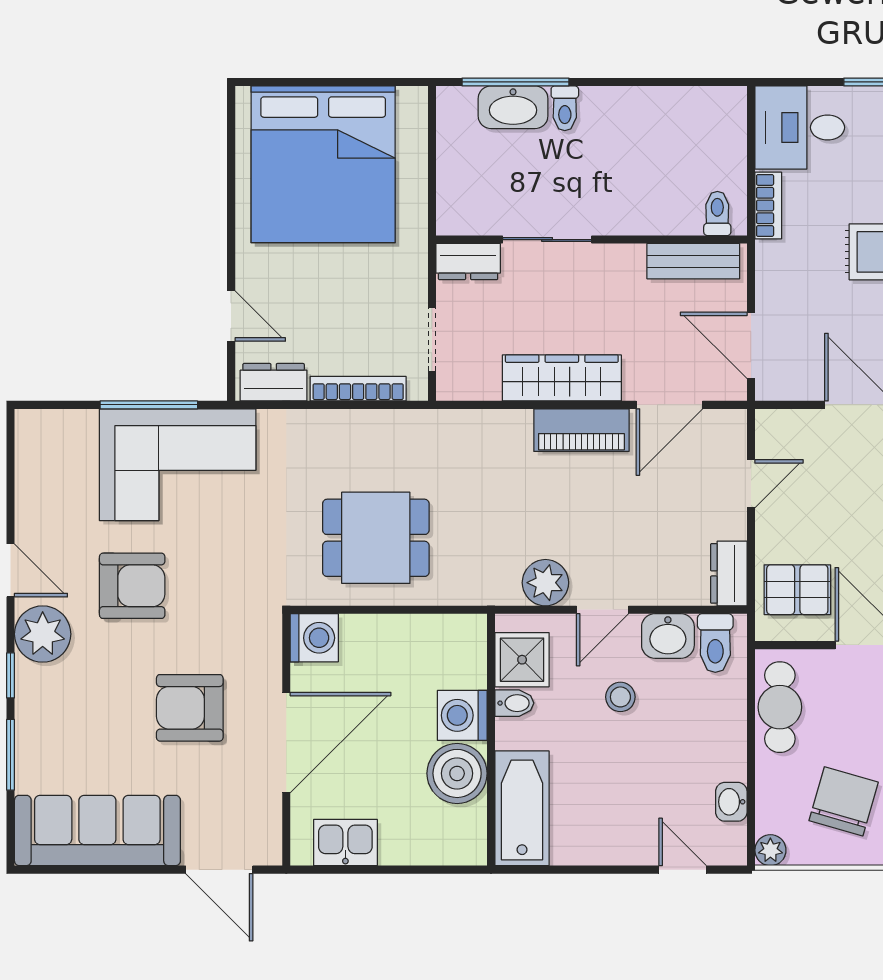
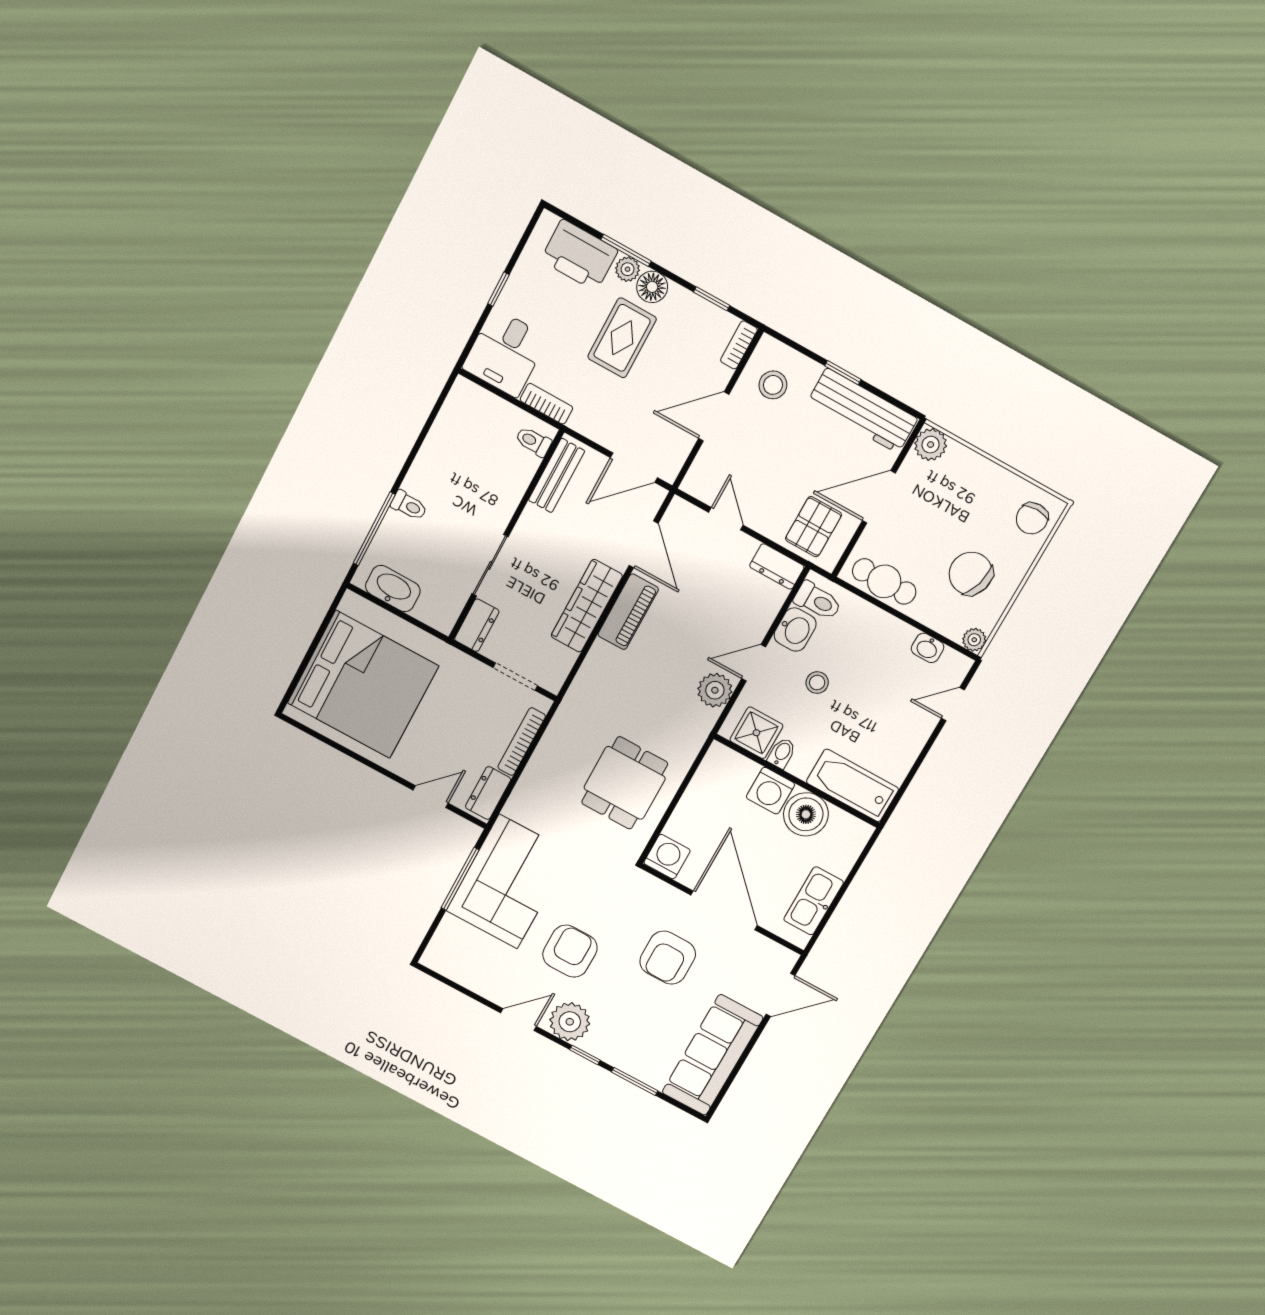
washbasin: (513, 107) -> (393, 589), moved, turned -90
door: (603, 610) -> (754, 663), swing flipped
kitchen sink: (345, 843) -> (814, 901), width x1.38

